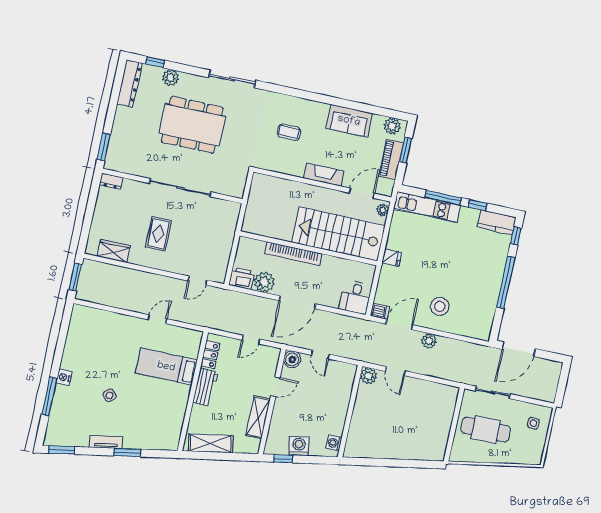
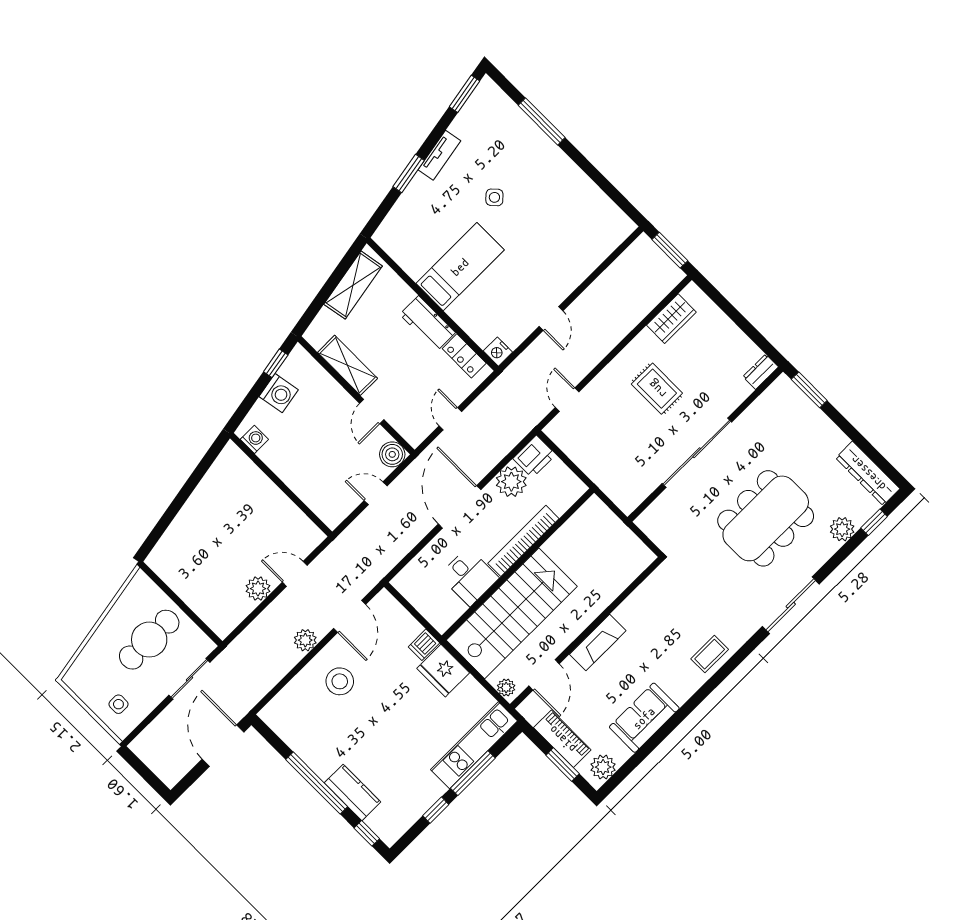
coffee table: (289, 132) -> (710, 654), moved
kitchen counter: (497, 222) -> (353, 792), moved, turned 90
fridge: (392, 257) -> (443, 671), width x1.88, depth x1.34
desk: (355, 297) -> (469, 577), moved, turned 180
dishwasher: (380, 311) -> (424, 645), moved
bed: (166, 367) -> (460, 267), moved
plant: (368, 376) -> (258, 589), moved
nightstand: (64, 377) -> (498, 352), moved, turned 180

